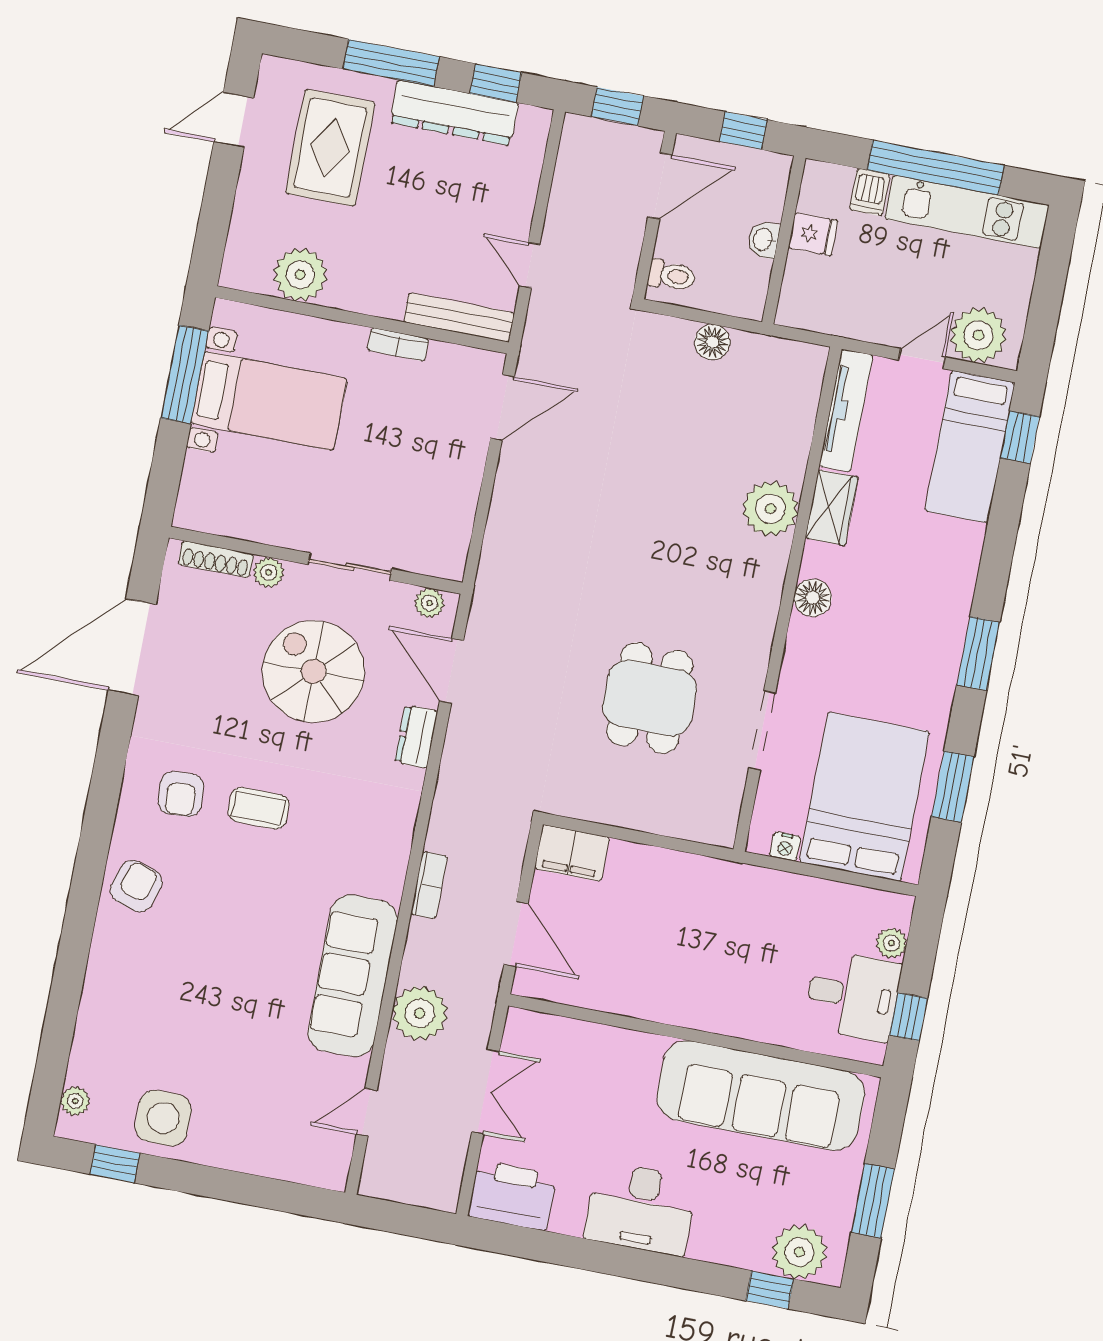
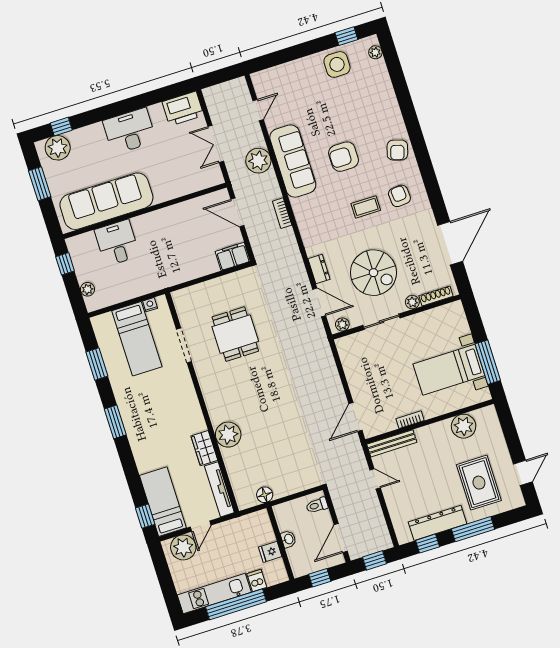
floor lamp: (712, 342) -> (265, 495), moved
floor lamp: (813, 598) -> (192, 408), removed
bed: (864, 797) -> (137, 339), width x0.67
armchair: (249, 931) -> (344, 157), added
desk: (852, 996) -> (117, 243), moved, turned 90

